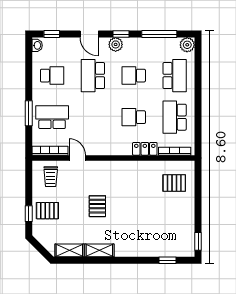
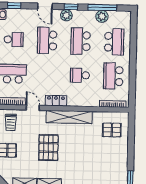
plant: (187, 45) -> (102, 16), moved
school desk: (134, 76) -> (81, 41), width x1.85
locker: (145, 149) -> (56, 101), moved
shelving: (122, 168) -> (69, 117), added
pallet: (97, 206) -> (48, 147), width x1.50, depth x1.42

